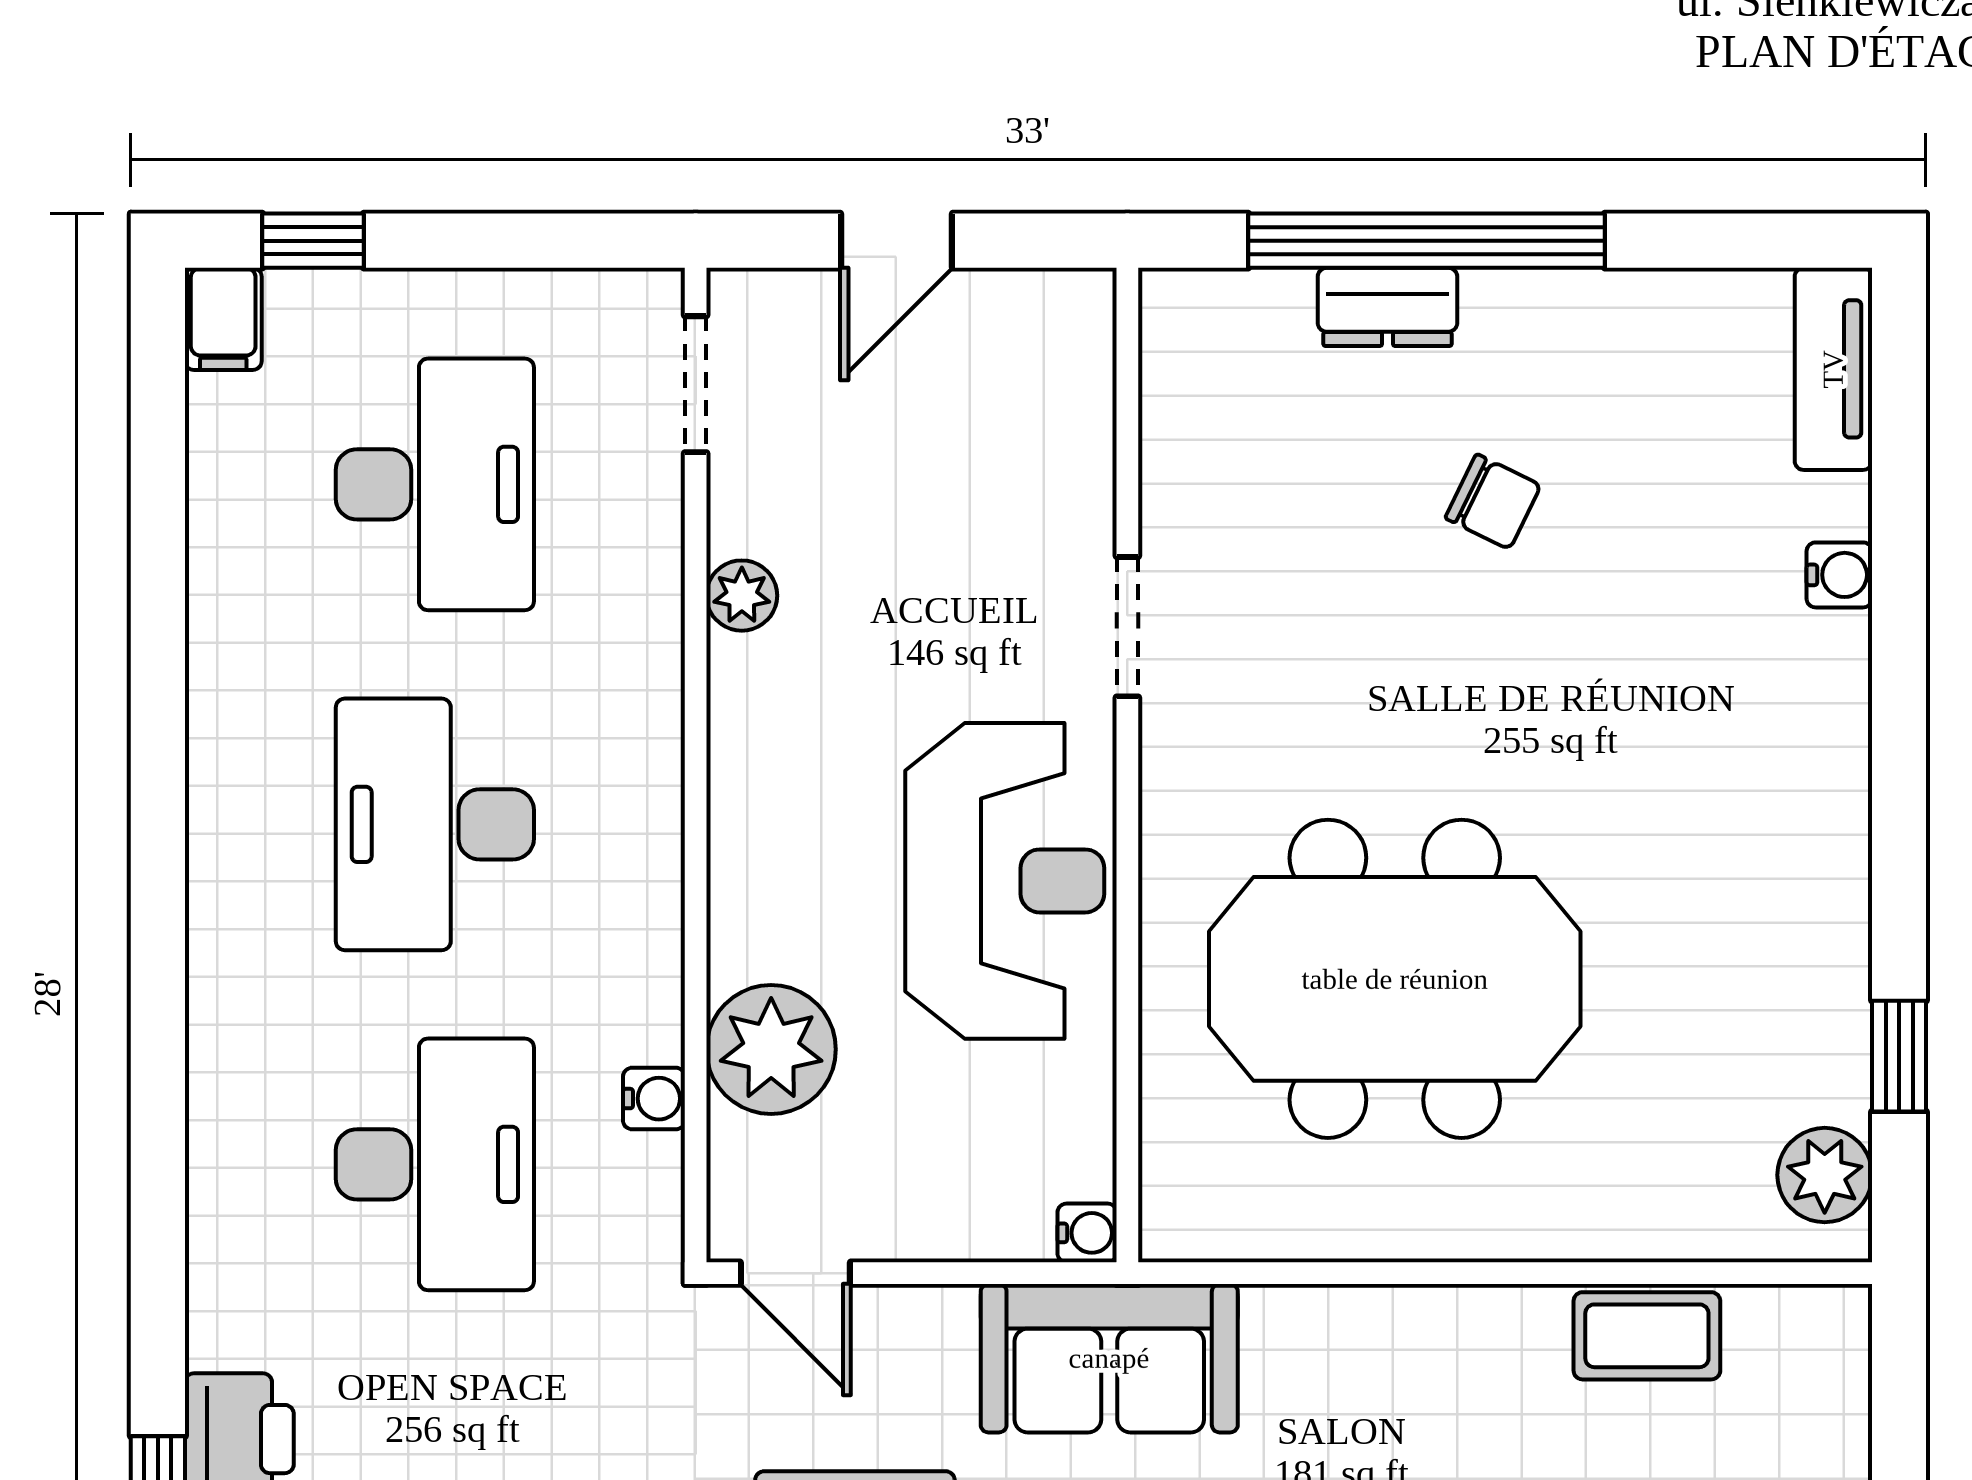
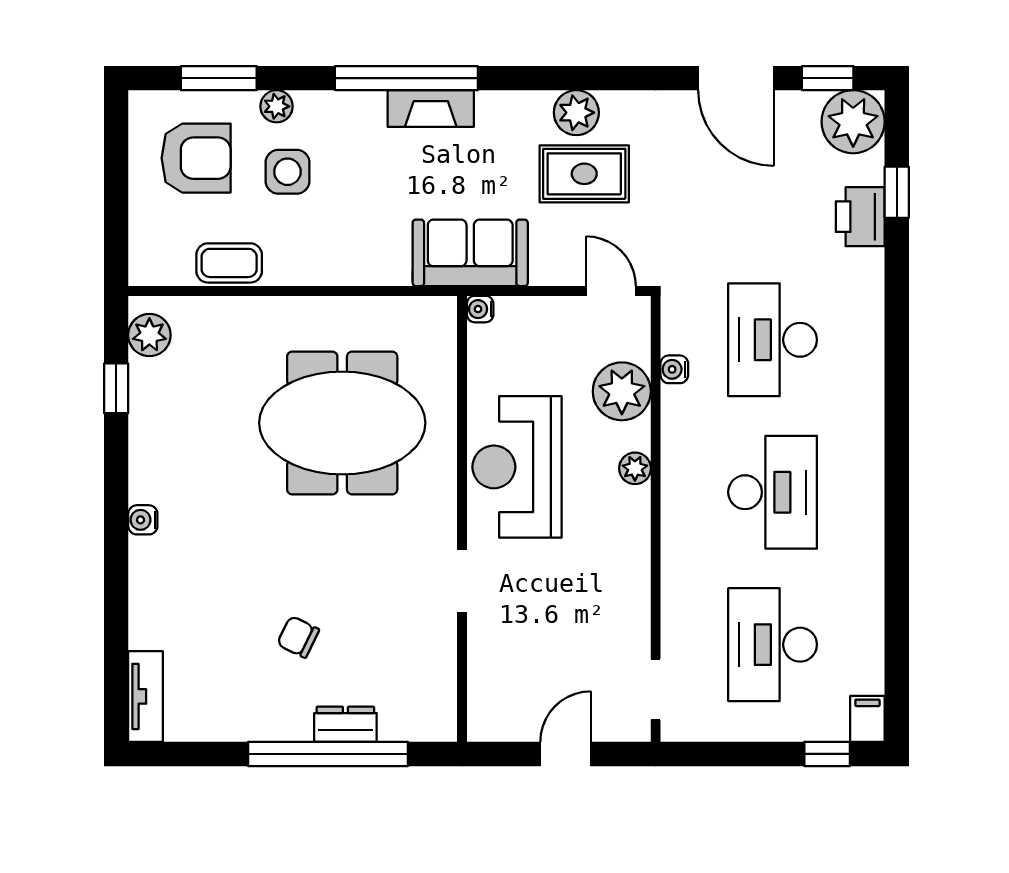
water cooler: (1839, 575) -> (143, 520), moved
plant: (742, 596) -> (635, 468), moved

